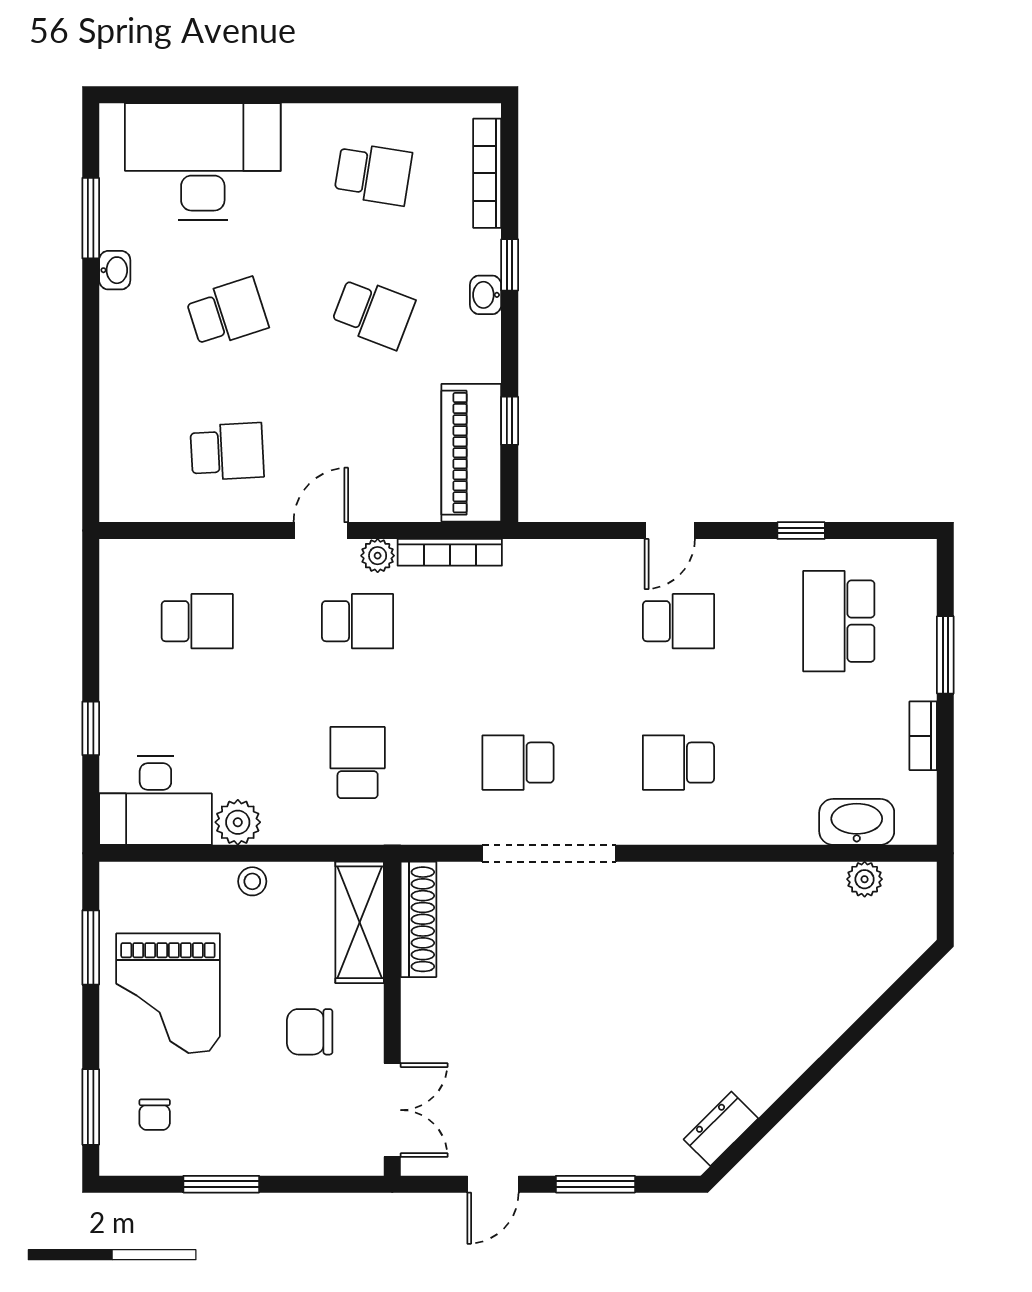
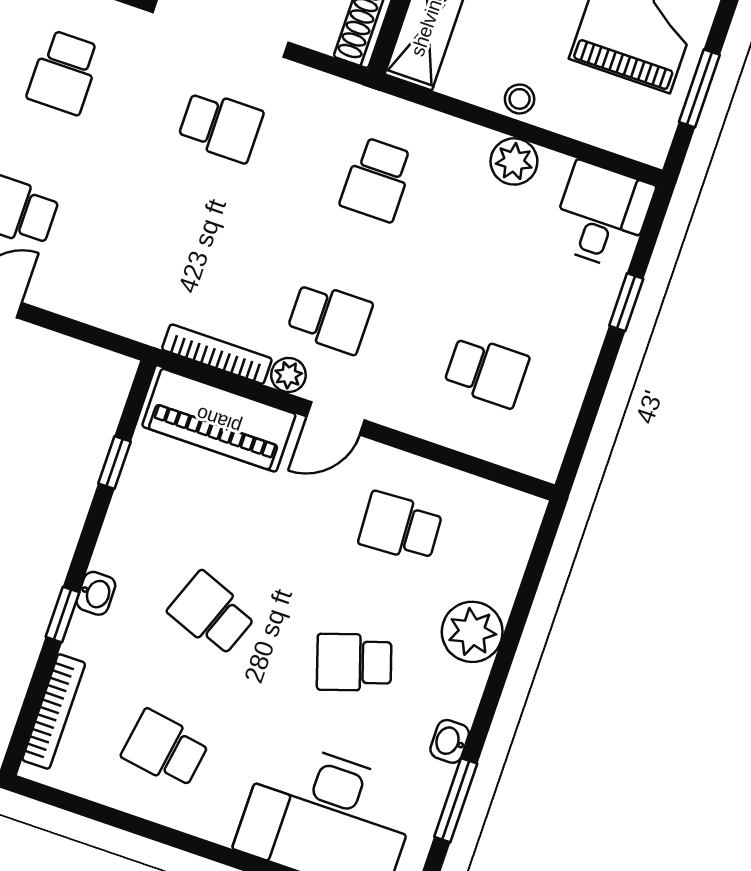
plant: (128, 378) -> (472, 632), added
piano: (471, 453) -> (219, 420), moved, turned 90
school desk: (197, 621) -> (486, 371), turned 180
school desk: (358, 621) -> (330, 318), turned 180
school desk: (678, 763) -> (64, 72), turned 90
desk: (155, 800) -> (602, 215), width x0.73

